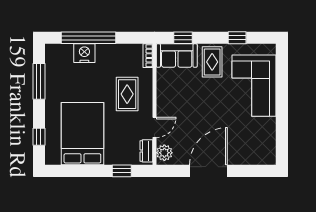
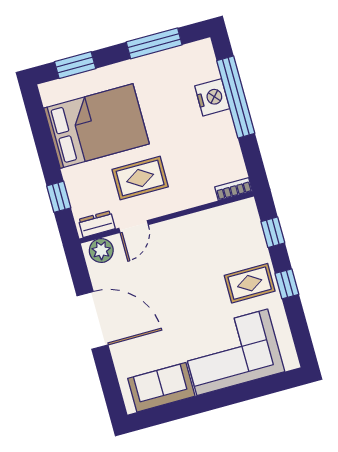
window: (237, 38) -> (287, 284), moved
sofa: (177, 56) -> (161, 387), moved, turned 90
rug: (127, 94) -> (140, 178), moved
door: (155, 127) -> (134, 226), hinge flipped
window: (39, 137) -> (75, 65), width x1.50

